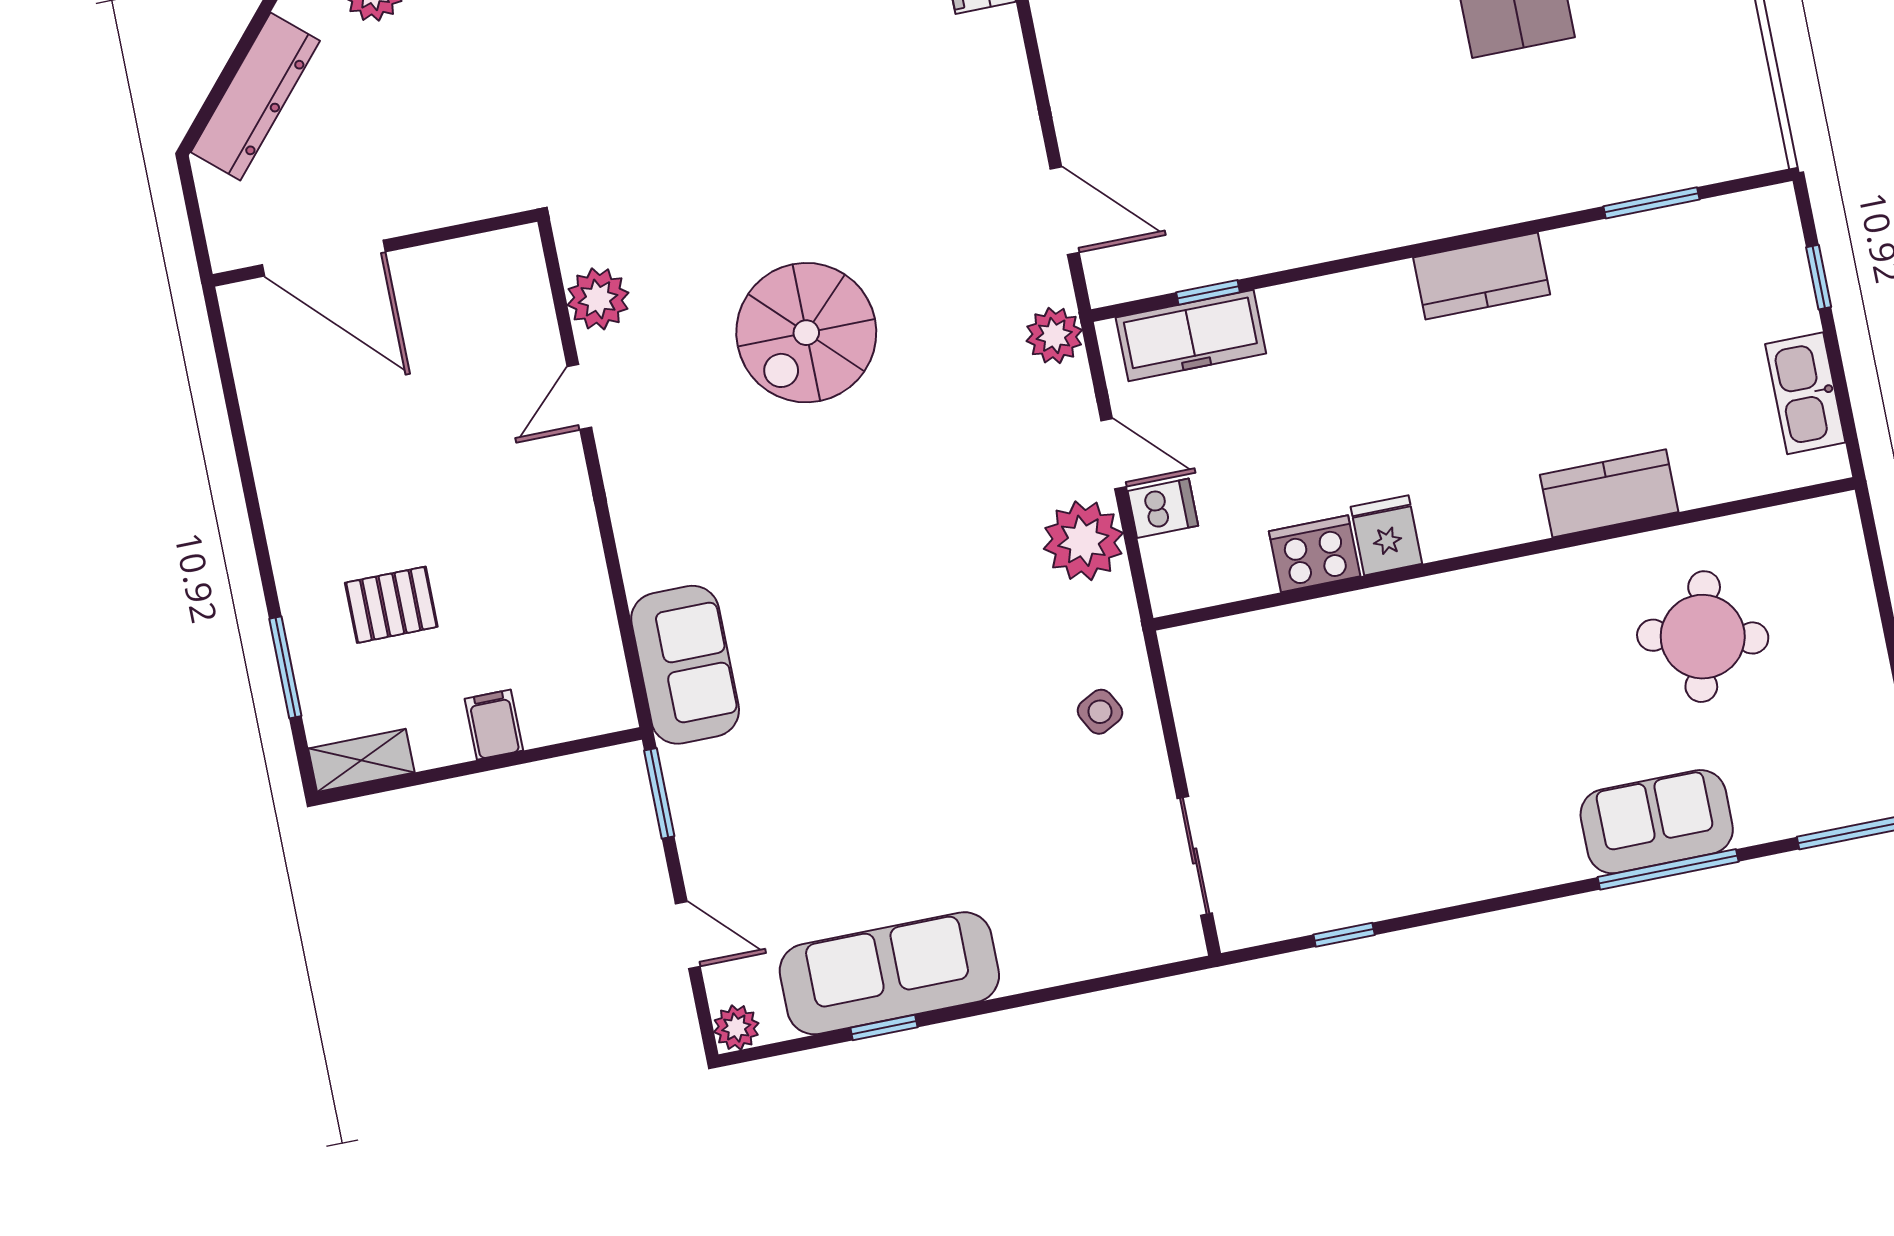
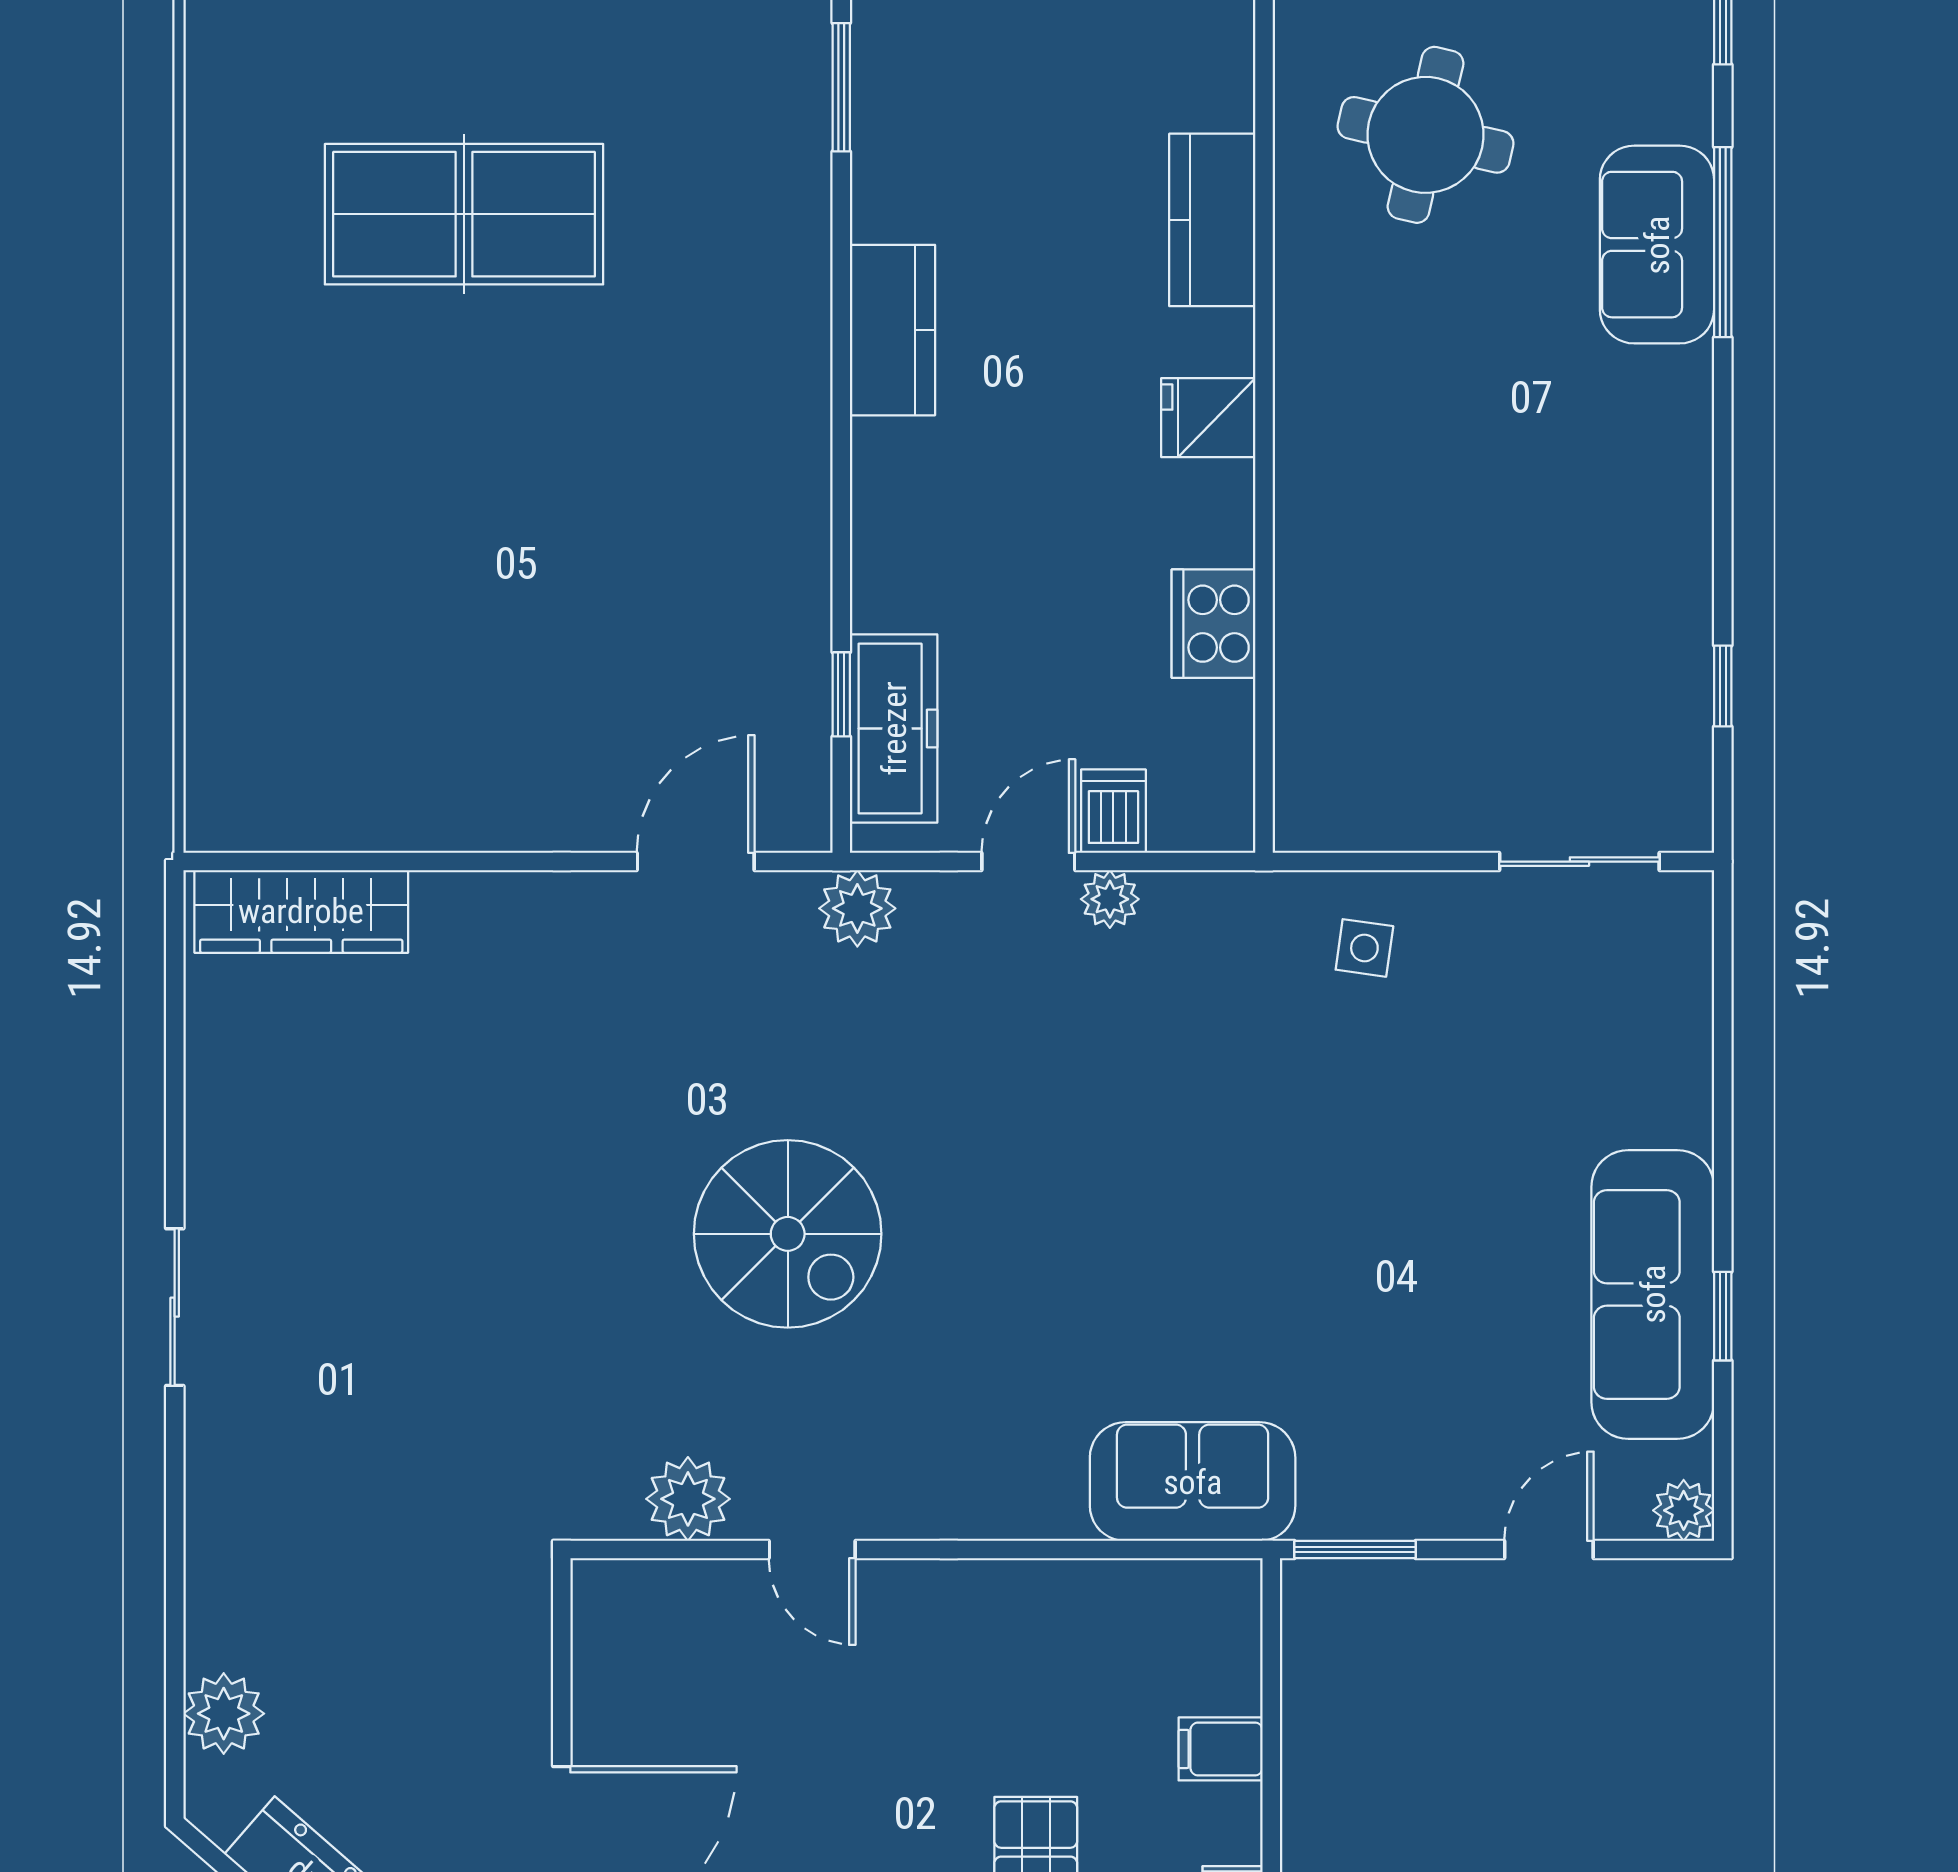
fridge: (1386, 535) -> (1208, 418), moved
plant: (1083, 541) -> (1110, 899), width x0.53, depth x0.53
side table: (1100, 712) -> (1364, 948), turned 36

